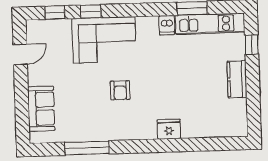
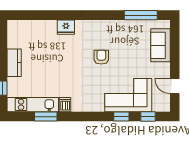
corner sofa: (104, 40) -> (128, 95), moved
door: (20, 54) -> (175, 86), hinge flipped
window: (87, 148) -> (141, 15), moved

